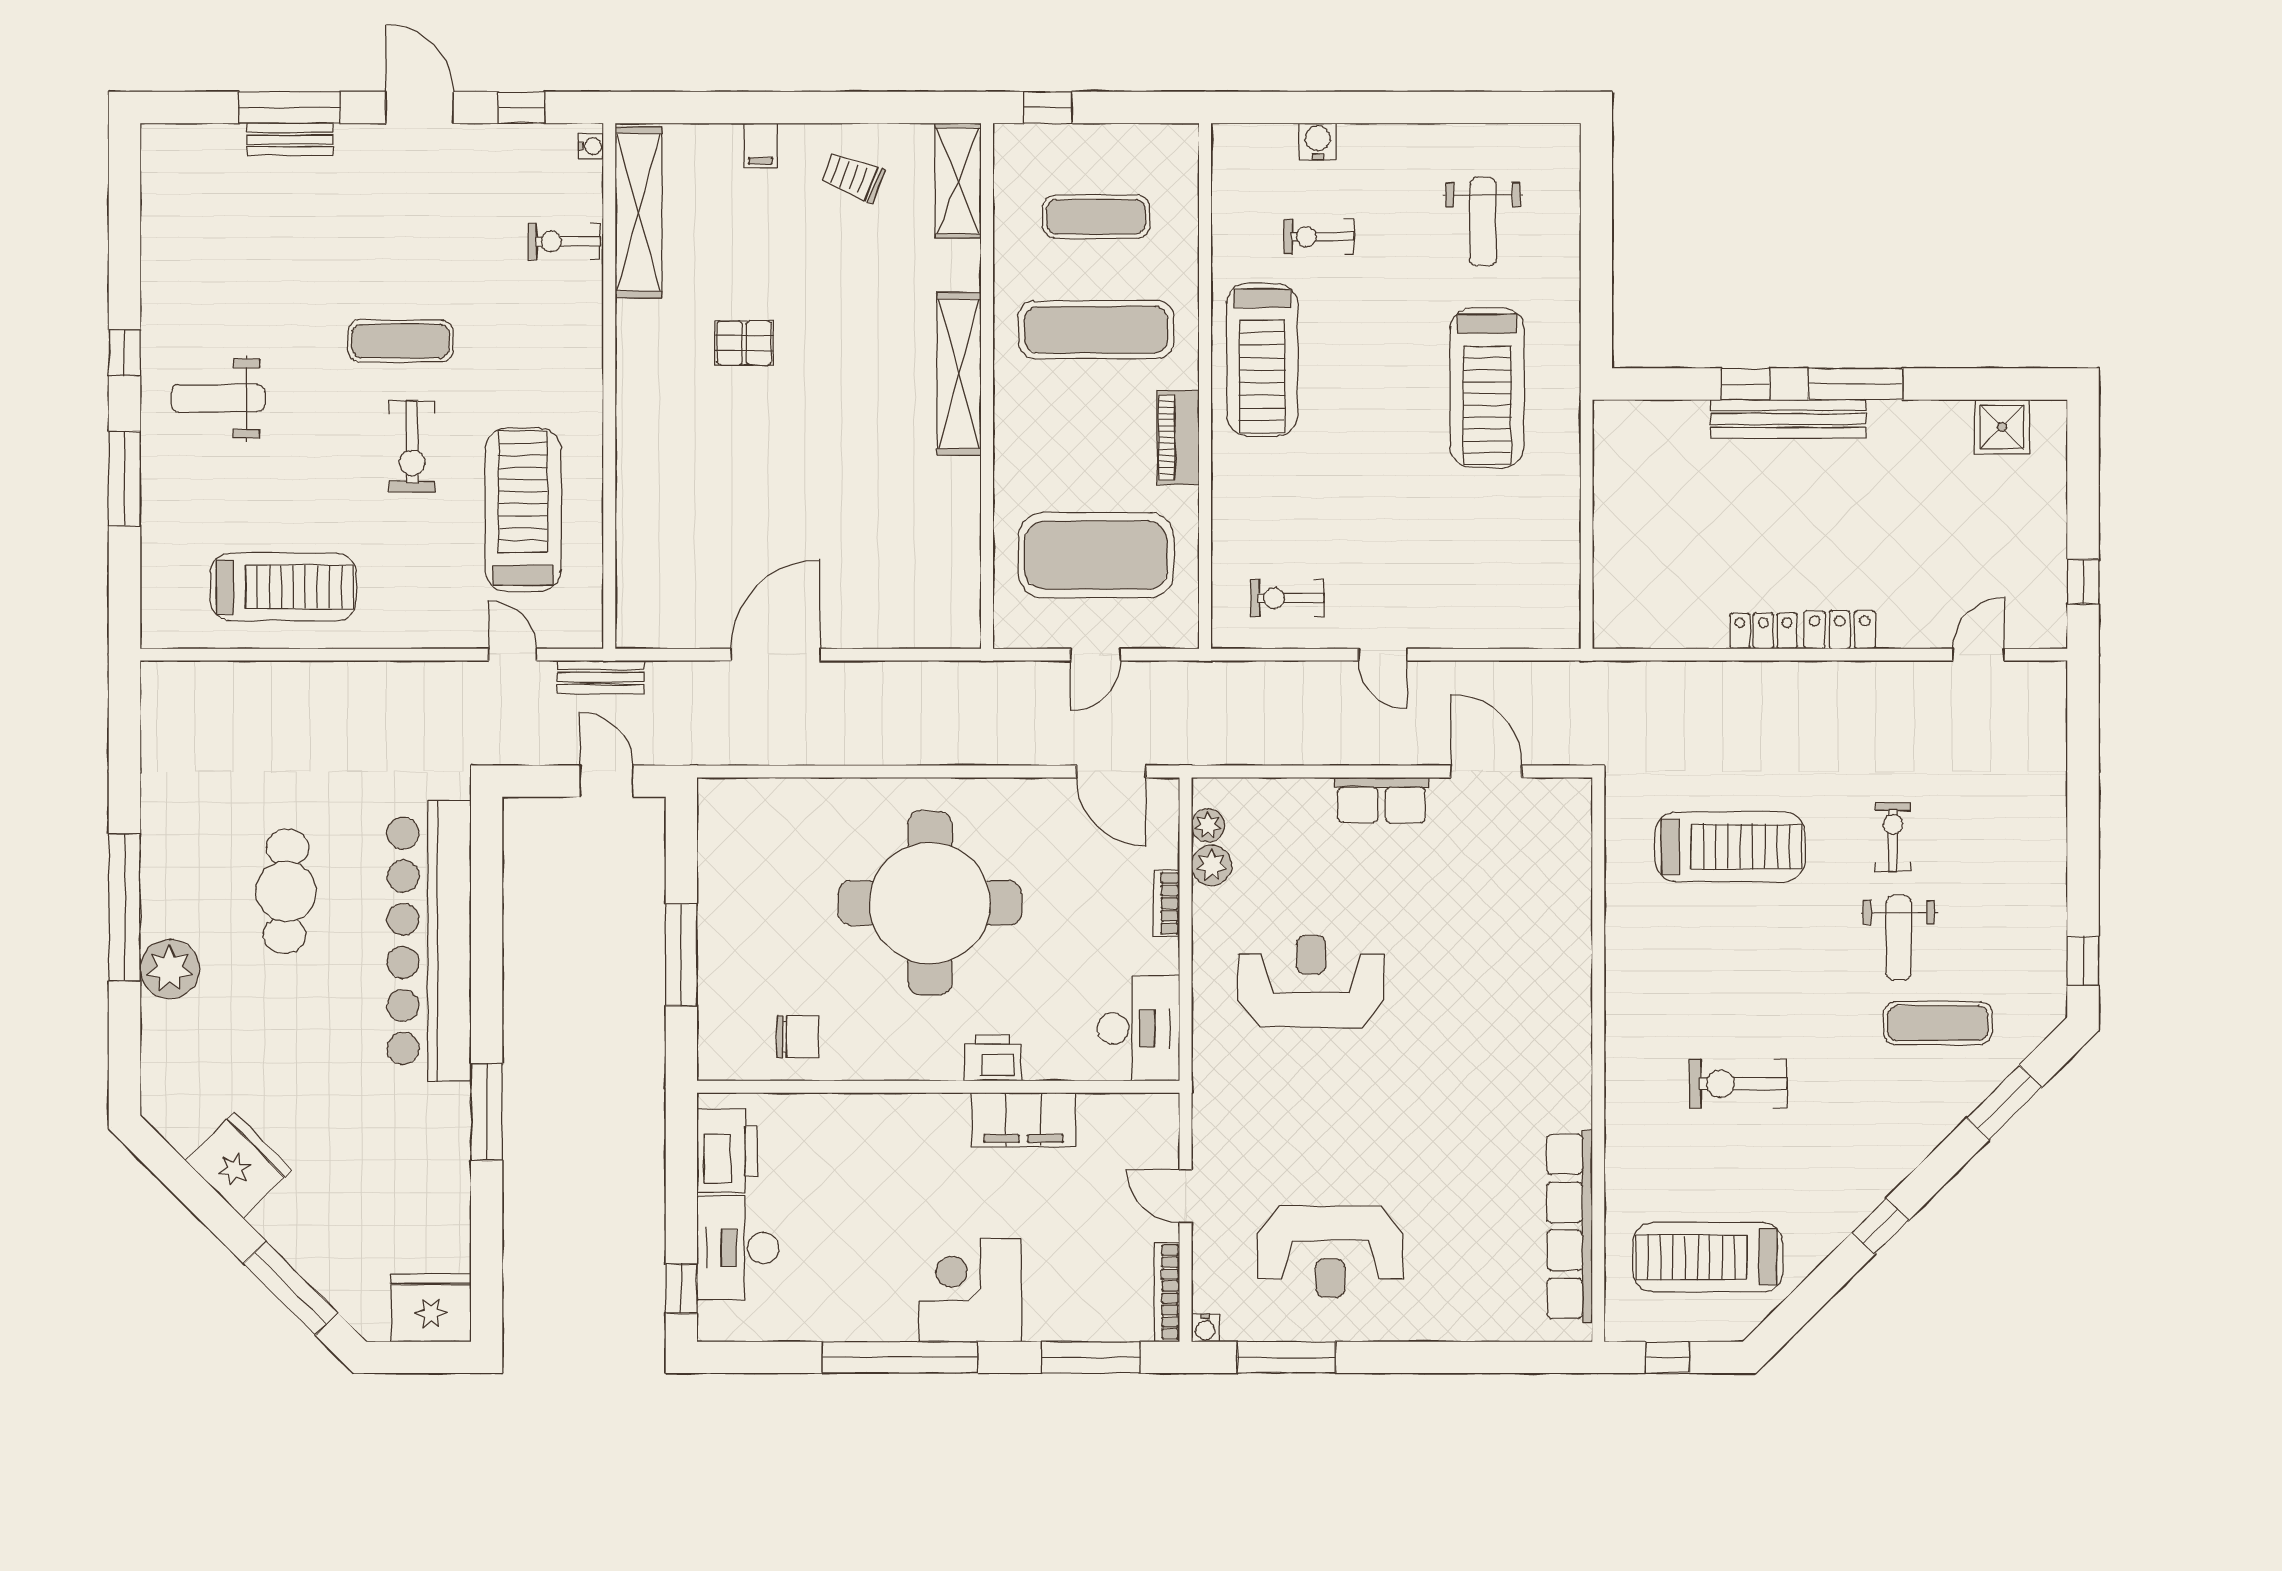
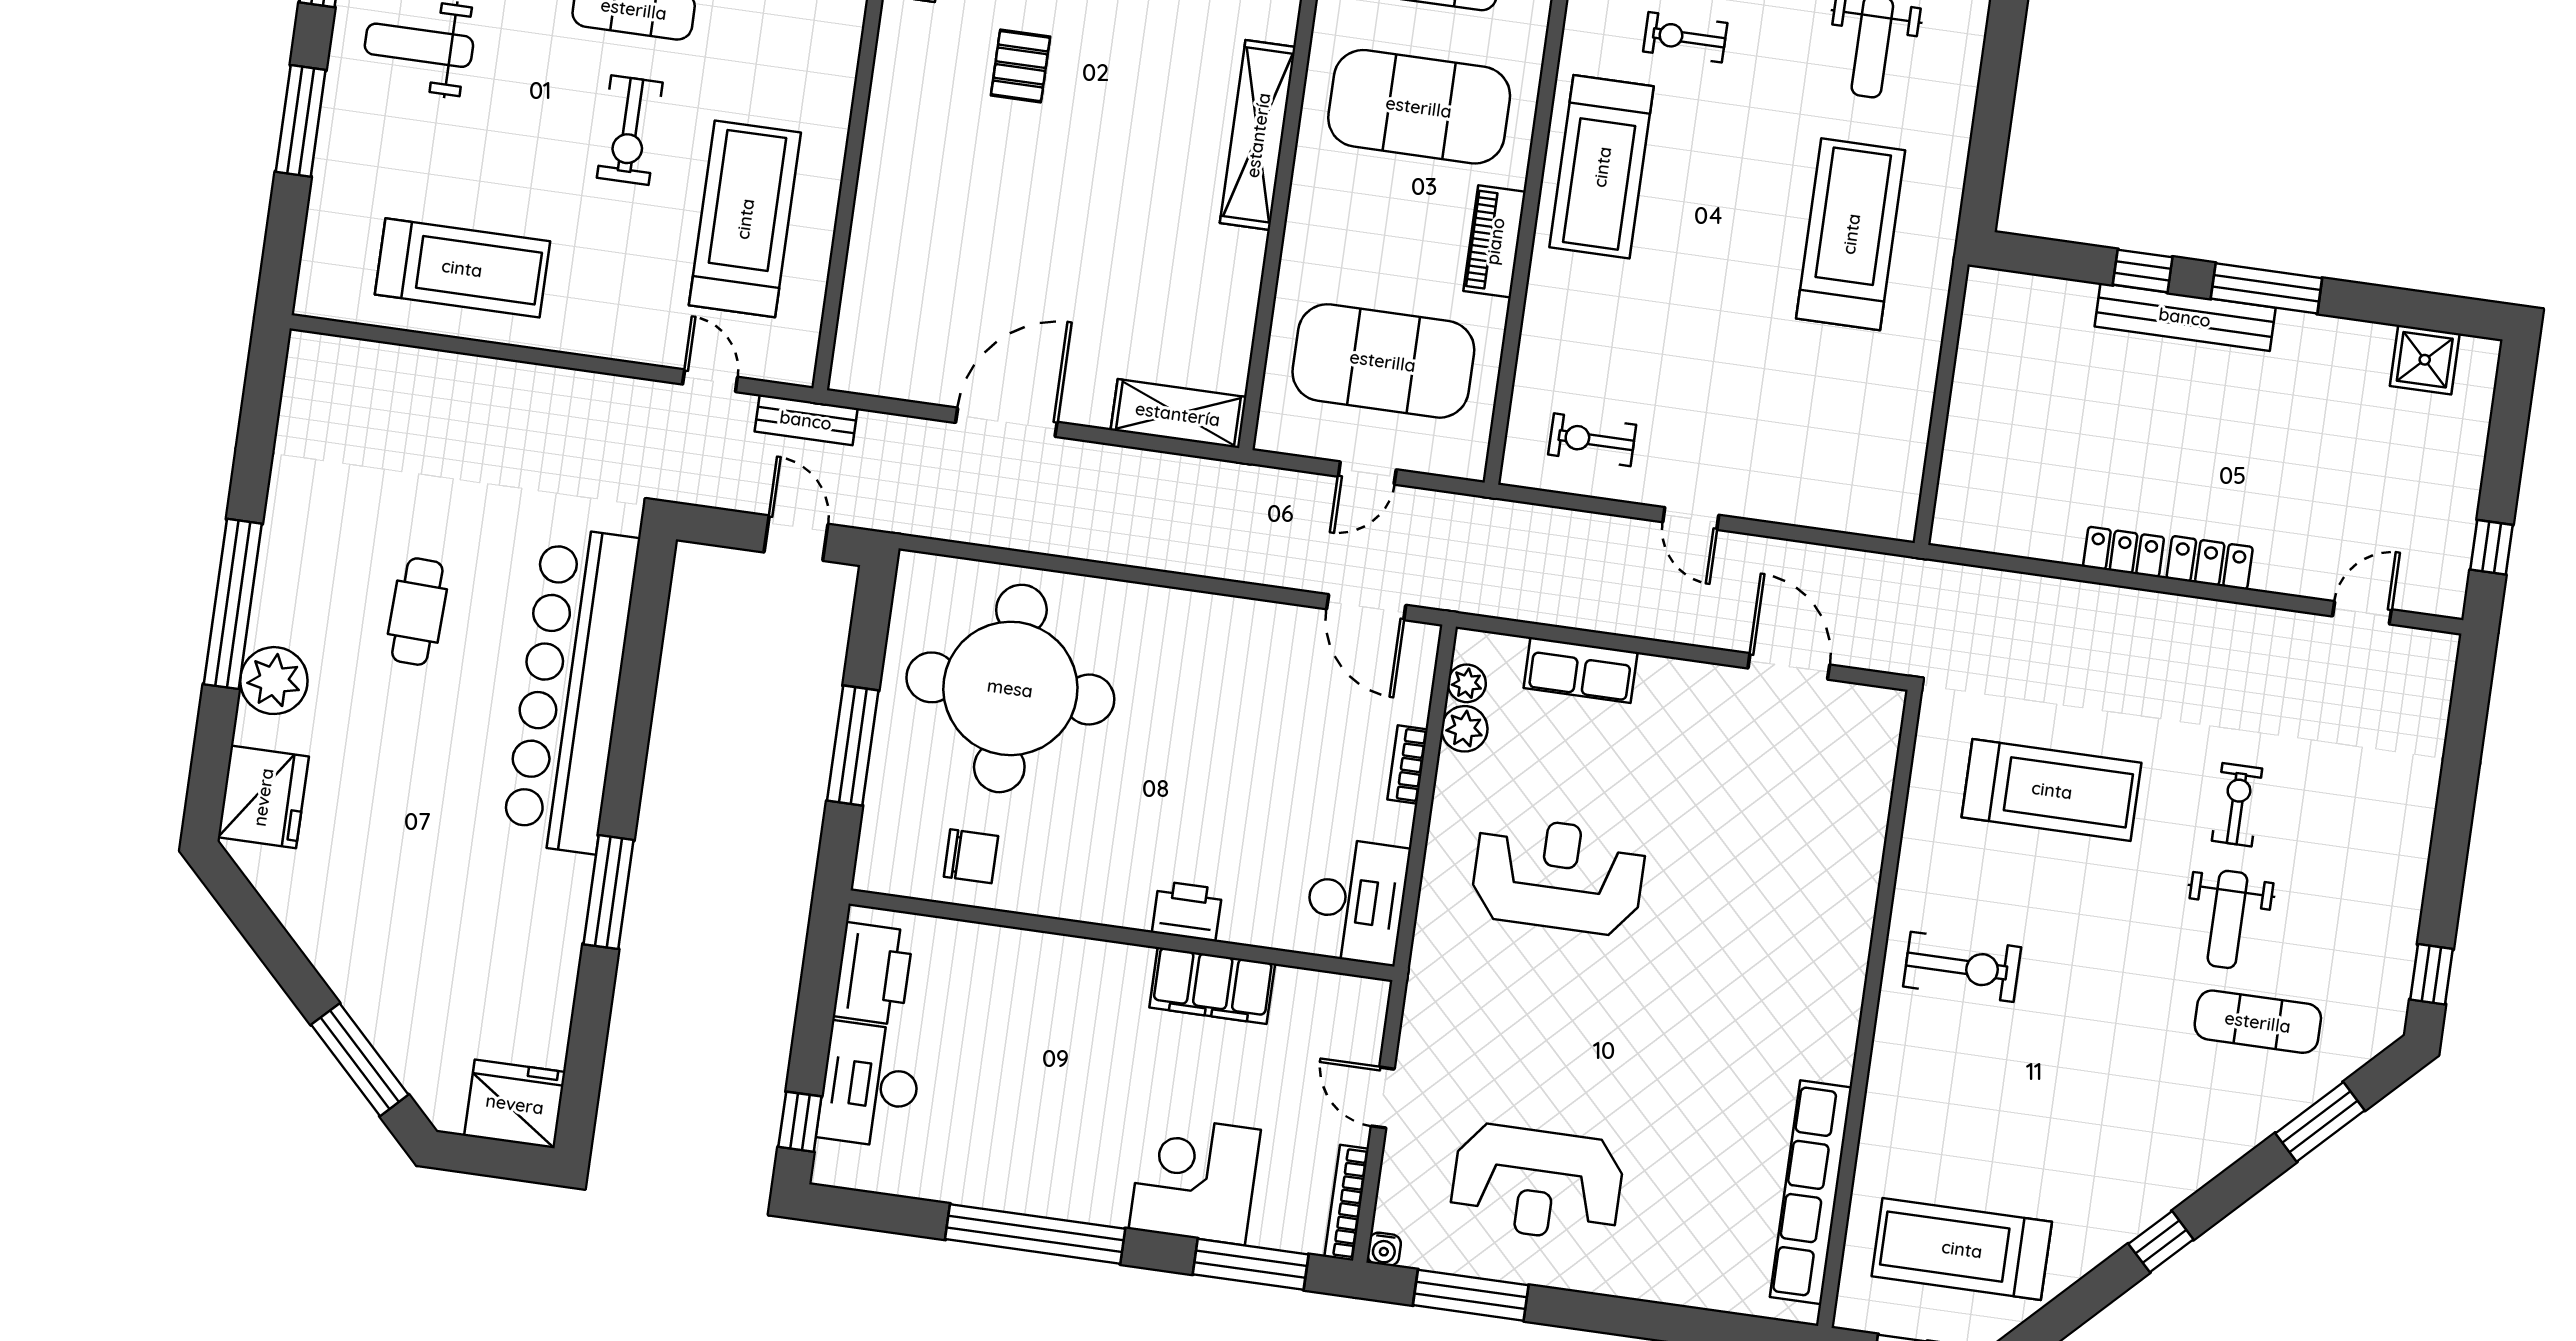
exercise mat: (1096, 330) -> (1419, 107), width x1.47
pallet: (744, 343) -> (1021, 66), turned 90
treadmill: (1487, 388) -> (1851, 234), turned 180
shelving: (924, 626) -> (1178, 414), added
row of seats: (1382, 800) -> (1581, 670), moved
cafe table: (286, 891) -> (417, 612), width x0.73, depth x0.74
round table: (930, 903) -> (1010, 688), moved
exercise bike: (1738, 1084) -> (1962, 967), moved, turned 180
fridge: (239, 1165) -> (263, 797), moved, turned 45
corner desk: (970, 1290) -> (1195, 1179), moved

